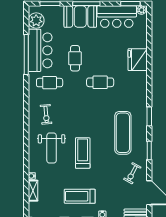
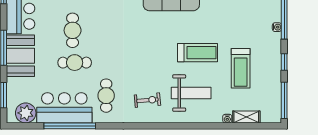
cafe table: (100, 82) -> (73, 30), moved
treadmill: (83, 153) -> (197, 53), turned 180
treadmill: (80, 196) -> (241, 68), moved

